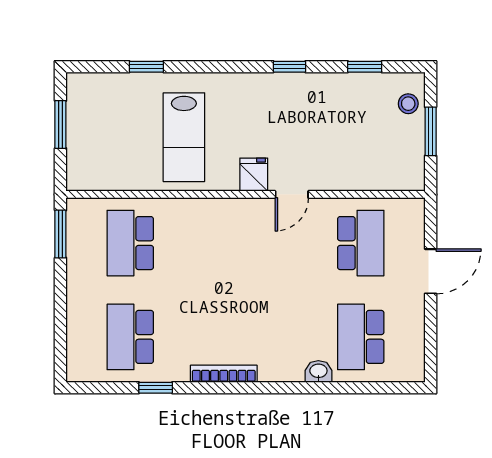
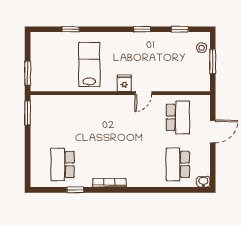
window: (60, 124) -> (28, 73), moved
lab bench: (184, 137) -> (89, 64), turned 180
school desk: (130, 243) -> (63, 117), removed
washbasin: (318, 371) -> (203, 182), moved

